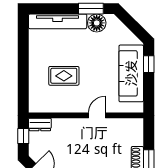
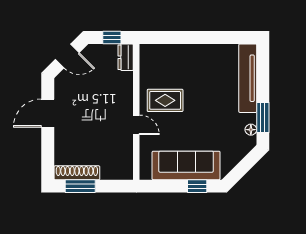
floor lamp: (97, 23) -> (251, 130), width x0.53, depth x0.53
rug: (64, 76) -> (165, 100), moved, turned 90

